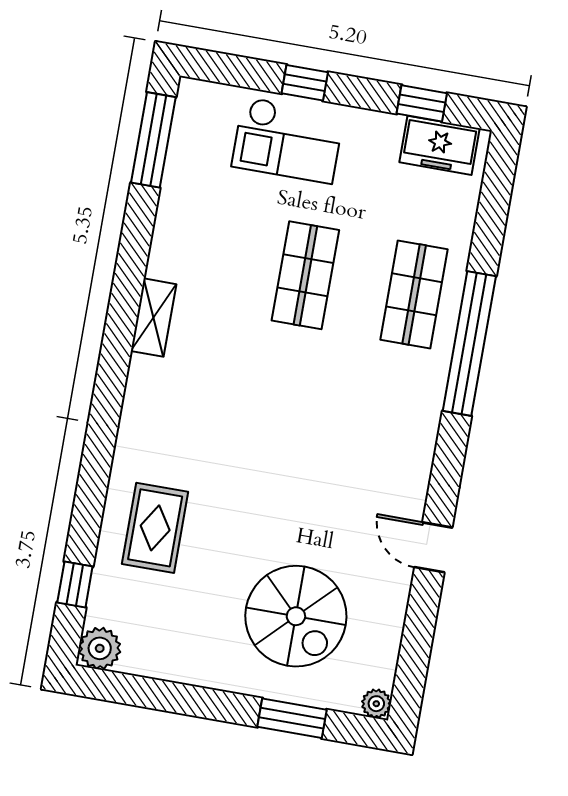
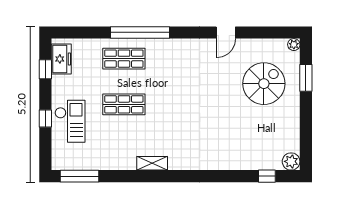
rug: (155, 528) -> (238, 148), removed

